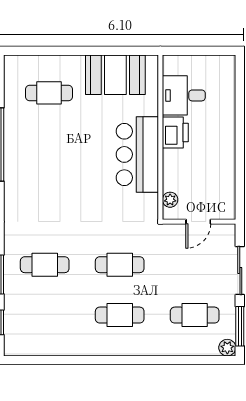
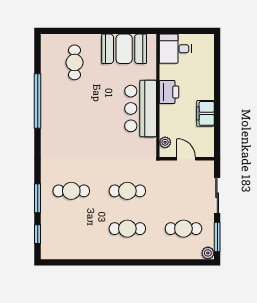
cafe table: (49, 93) -> (75, 62), turned 90
desk: (184, 95) -> (175, 49), moved
filing cabinet: (224, 161) -> (205, 113), added
door: (198, 222) -> (186, 159), swing flipped

